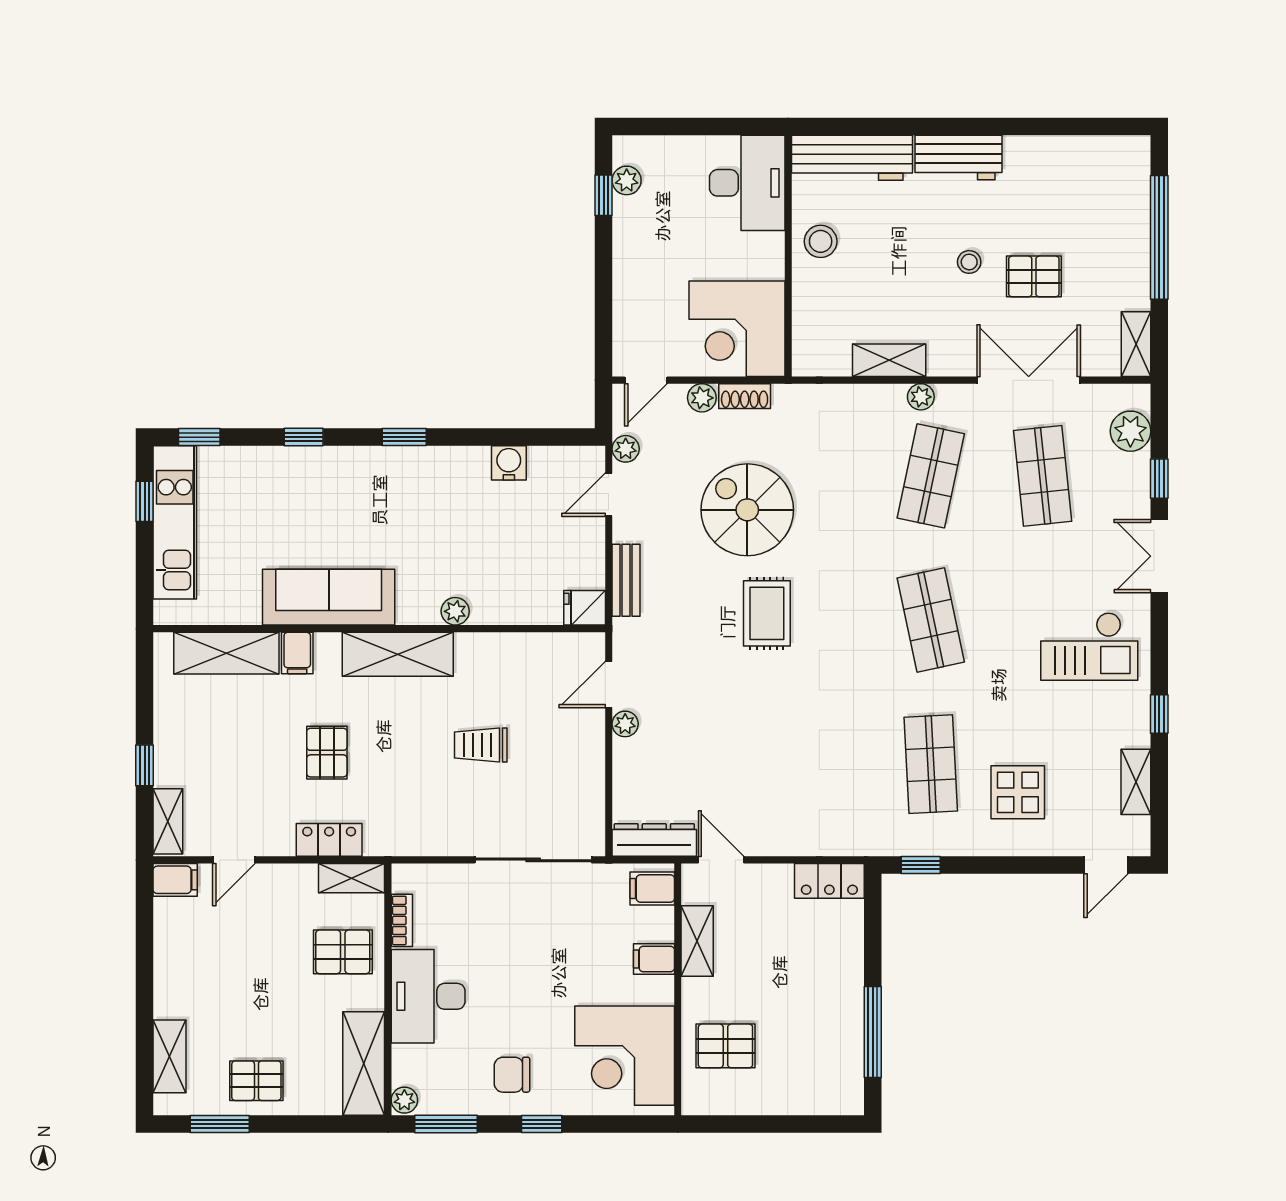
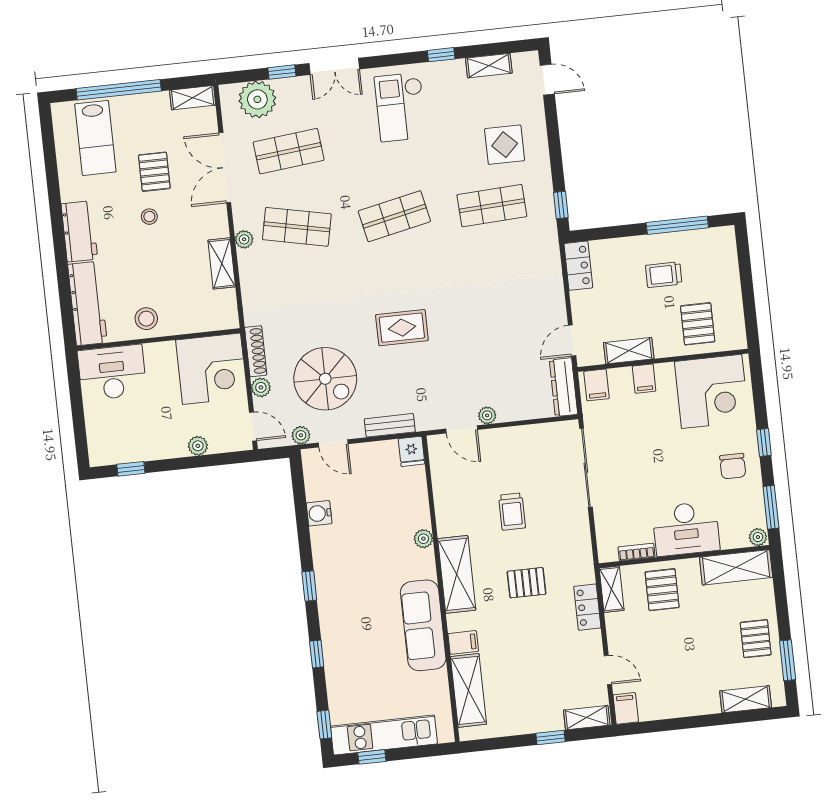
plant: (627, 180) -> (198, 446), moved
lab bench: (1093, 196) -> (95, 138), added
shoe rack: (745, 396) -> (256, 351), width x1.43
plant: (1130, 431) -> (257, 99), width x1.36, depth x1.36
spiral stairs: (747, 510) -> (325, 379), moved, turned -90
checkout: (1089, 646) -> (401, 107), turned 180
pallet: (327, 753) -> (527, 583), moved
trolley: (803, 1004) -> (664, 275), added

